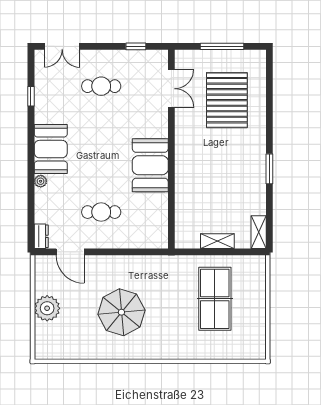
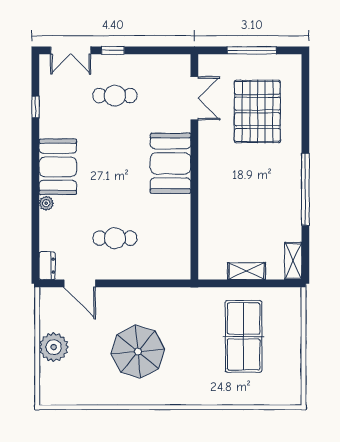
window: (136, 46) -> (113, 50), moved
booth: (150, 165) -> (170, 163), moved
window: (269, 169) -> (305, 189), width x2.11

